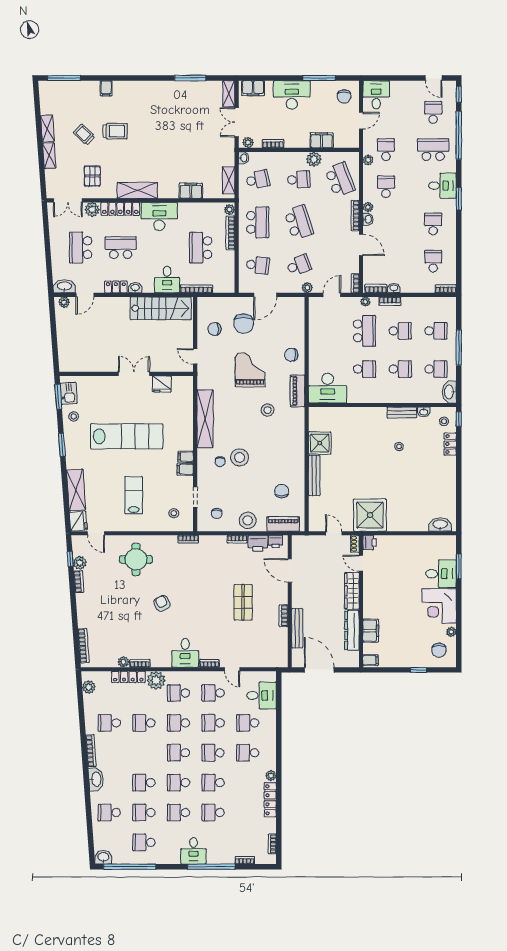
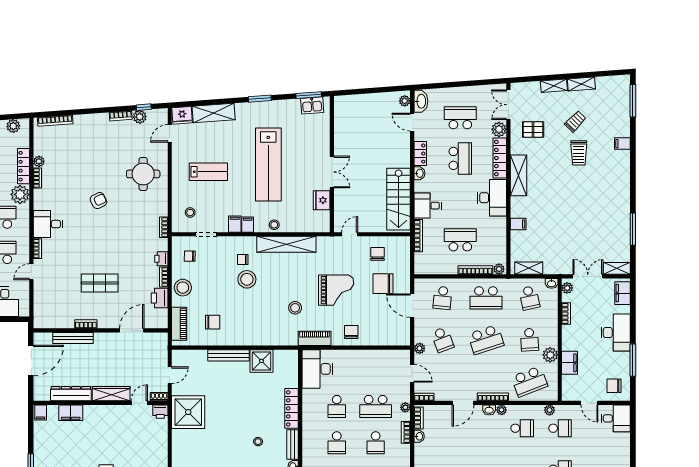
filing cabinet: (191, 191) -> (518, 224), width x0.50
locker: (366, 413) -> (292, 408), added
stool: (74, 416) -> (274, 225), moved
printer: (276, 542) -> (161, 259), moved

